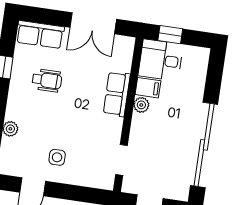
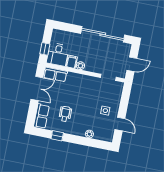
row of seats: (117, 94) -> (55, 74), moved

